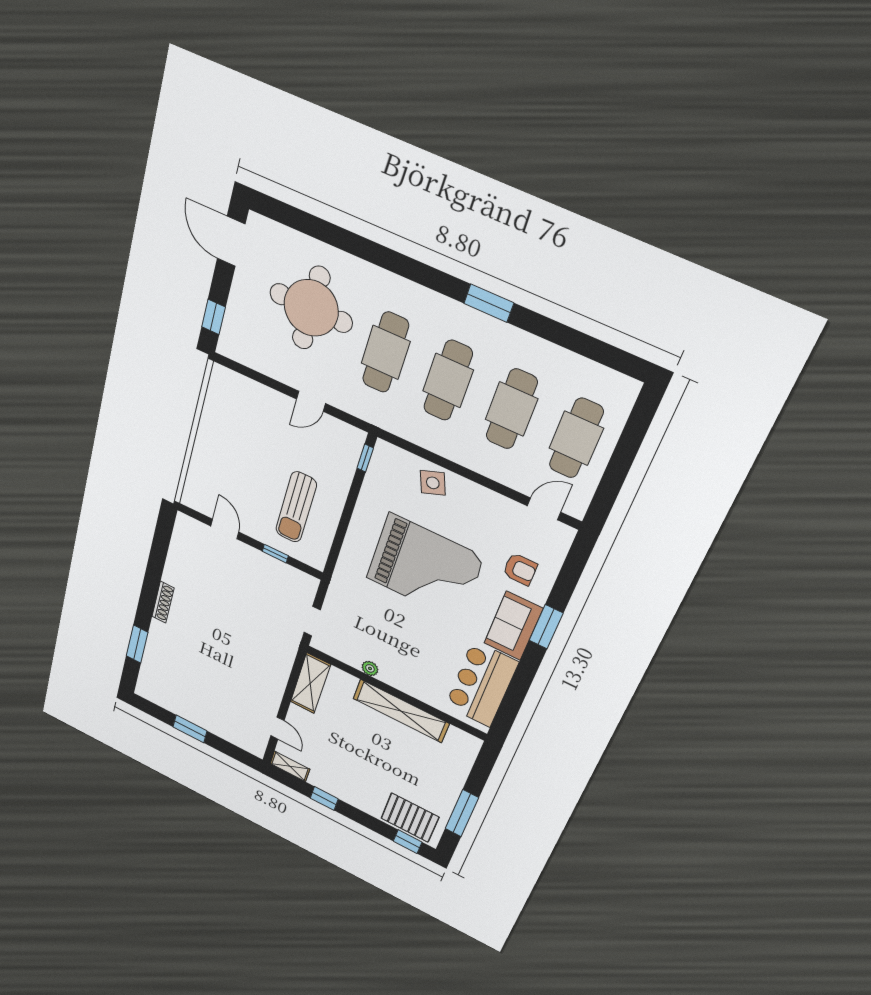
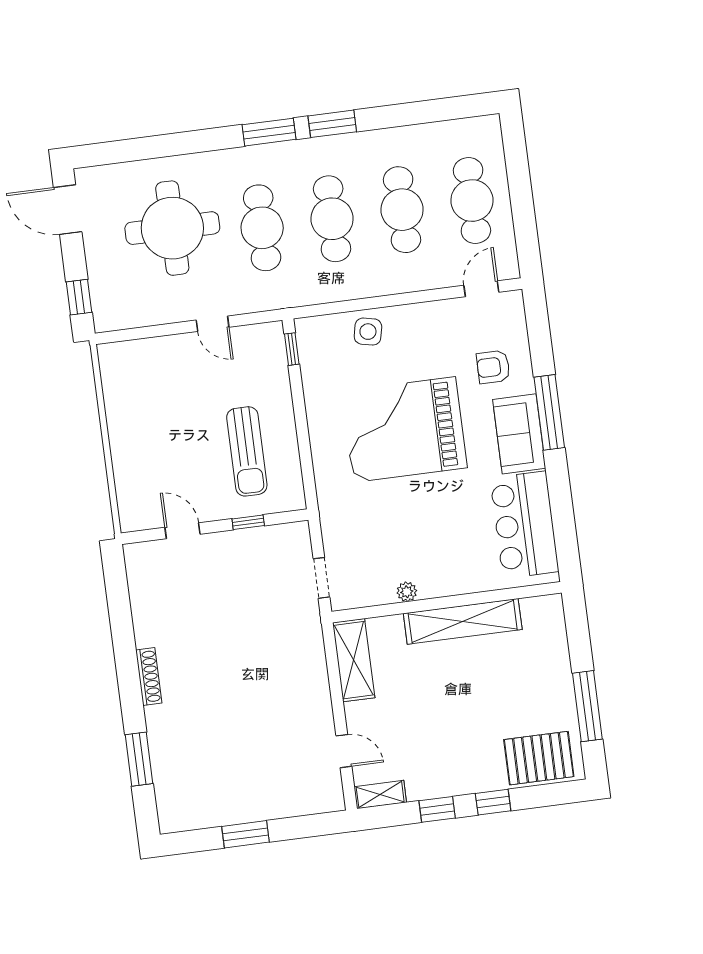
window: (430, 277) -> (269, 132), added
door: (311, 401) -> (213, 324), hinge flipped
side table: (433, 483) -> (368, 332), turned 33
grand piano: (425, 567) -> (404, 430), turned 180
armchair: (520, 569) -> (493, 367), turned 180
window: (546, 627) -> (549, 412), width x1.44
window: (408, 842) -> (493, 802), moved

